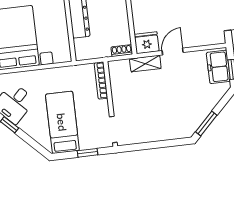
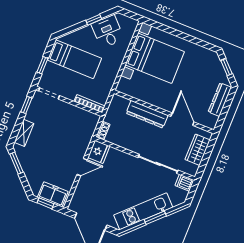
door: (173, 52) -> (82, 167), hinge flipped
shelving: (145, 64) -> (24, 133), moved
window: (139, 147) -> (26, 105), added

